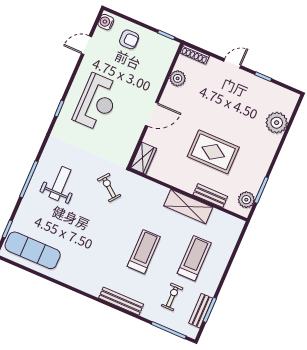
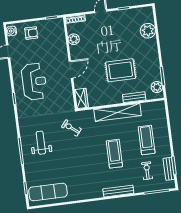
shelving: (188, 207) -> (118, 112), width x1.47

